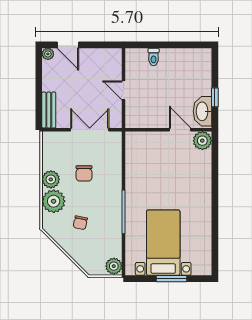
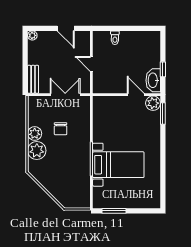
door: (68, 45) -> (66, 28), moved
window: (215, 154) -> (163, 113), added
chair: (80, 223) -> (58, 167), removed
bed with nightstands: (163, 243) -> (118, 165), moved, turned 90
plant: (114, 266) -> (84, 201), removed
window: (172, 279) -> (114, 211), moved

